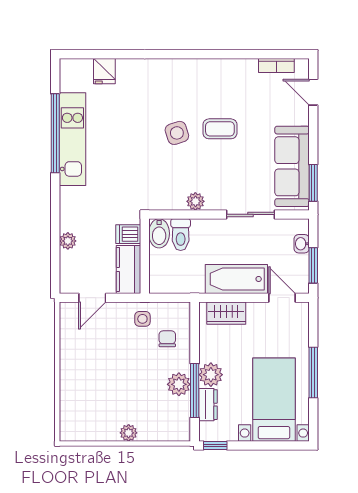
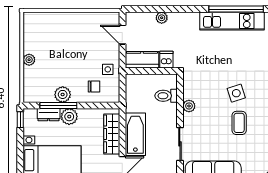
bidet: (159, 233) -> (167, 81), removed
wardrobe: (226, 313) -> (112, 134), width x1.50

